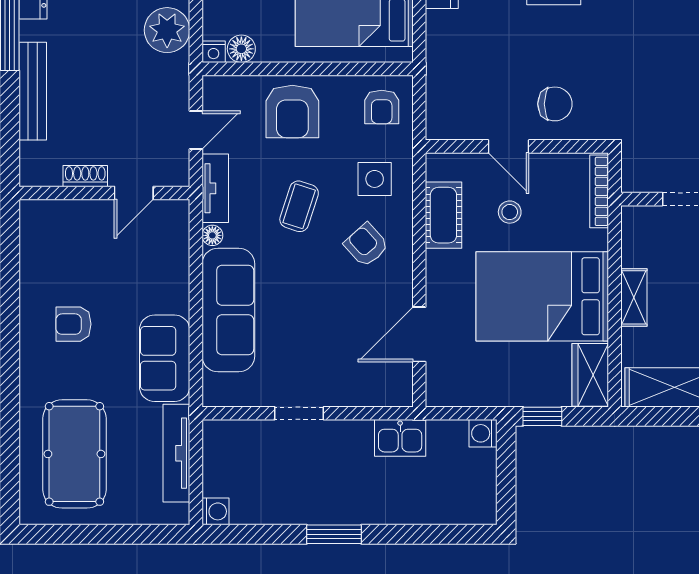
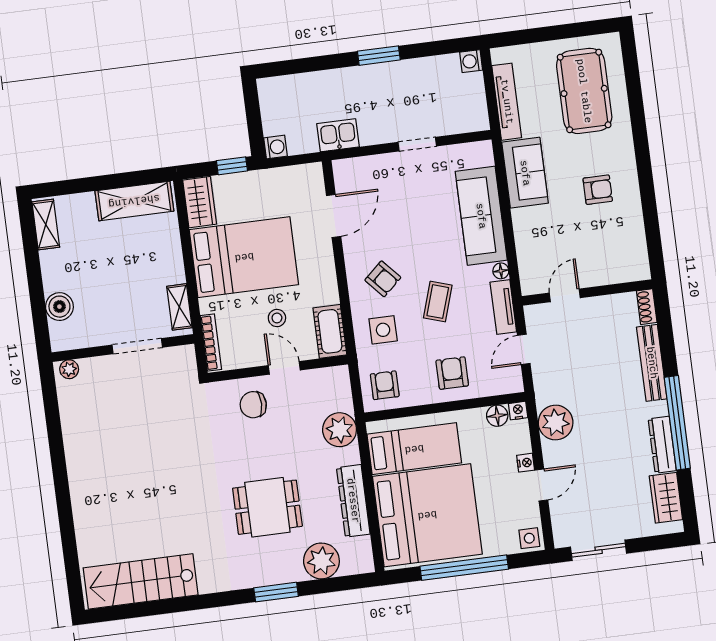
plant: (448, 57) -> (340, 430), added
armchair: (292, 111) -> (452, 373), width x0.72, depth x0.72
shoe rack: (85, 176) -> (647, 307), moved, turned 90
cot: (443, 215) -> (330, 331), moved
shelving: (634, 297) -> (179, 307), moved

